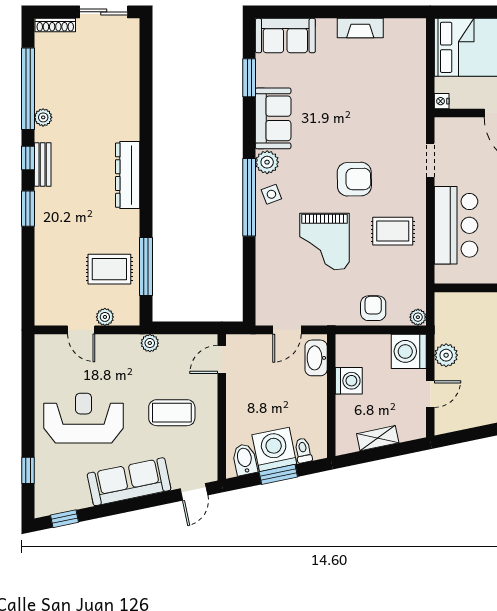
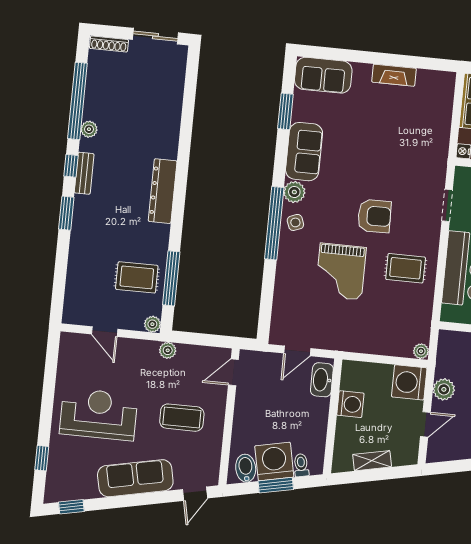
armchair: (373, 308) -> (380, 339), removed
plant: (105, 317) -> (152, 324), moved

